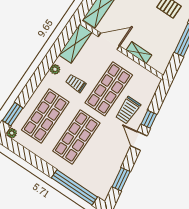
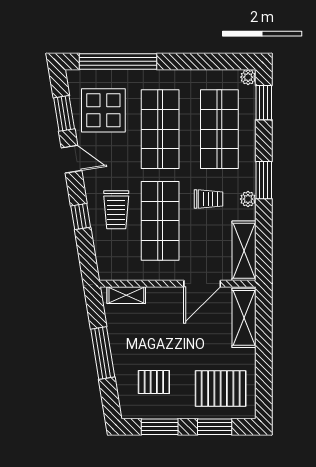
shelving: (139, 53) -> (126, 295), moved
window: (40, 74) -> (264, 180), added
trolley: (128, 110) -> (116, 210), turned 180
door: (139, 141) -> (71, 159), moved
display table: (99, 167) -> (103, 110), added

